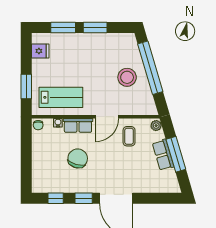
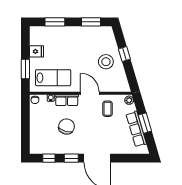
window: (95, 28) -> (91, 22), moved
fridge: (40, 51) -> (37, 51), moved
window: (150, 68) -> (124, 54), width x0.32
door: (107, 117) -> (90, 93), swing flipped
window: (176, 154) -> (145, 123), width x0.69
row of seats: (163, 155) -> (136, 129), width x1.48

